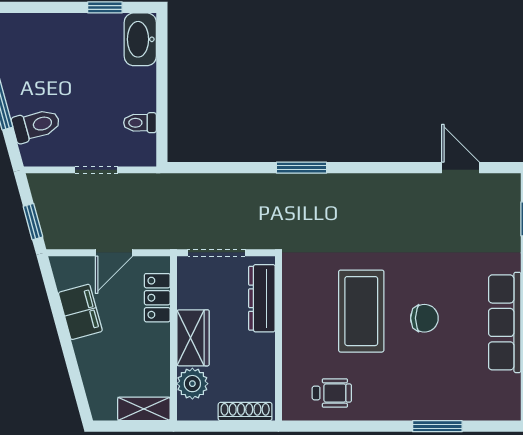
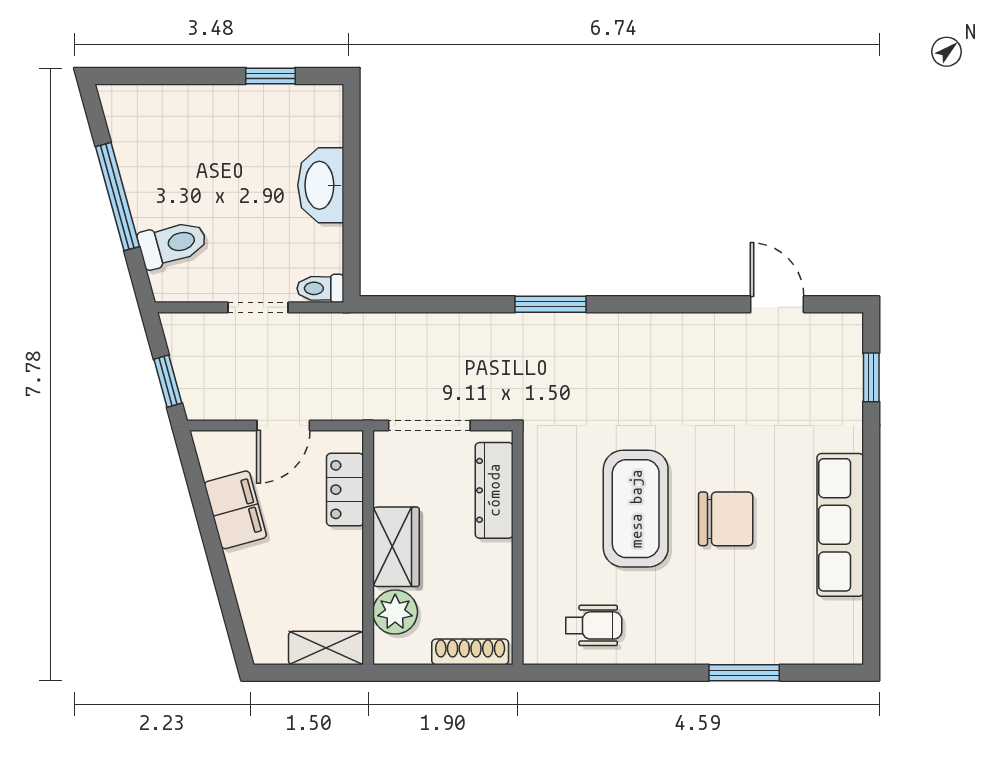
washbasin: (140, 39) -> (321, 185), moved
toilet: (140, 123) -> (320, 288), moved
chair: (424, 318) -> (726, 519), width x1.37, depth x1.37

